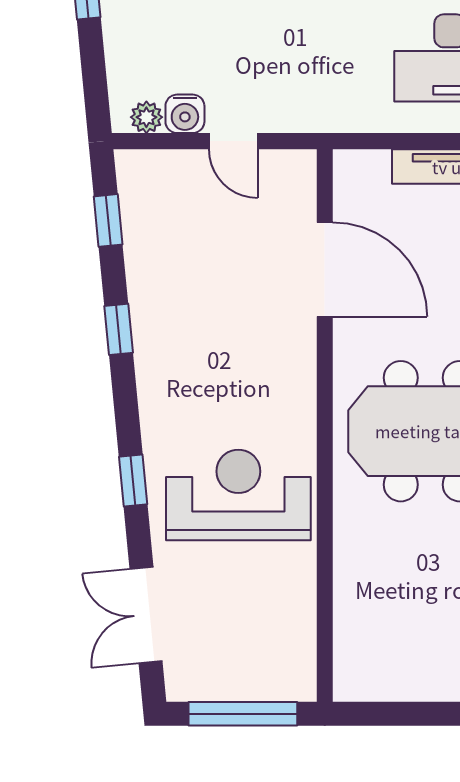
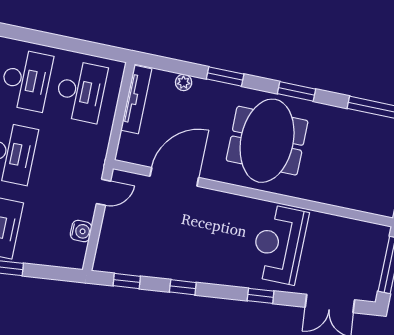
plant: (146, 117) -> (79, 251), removed
door: (233, 141) -> (103, 192), moved

